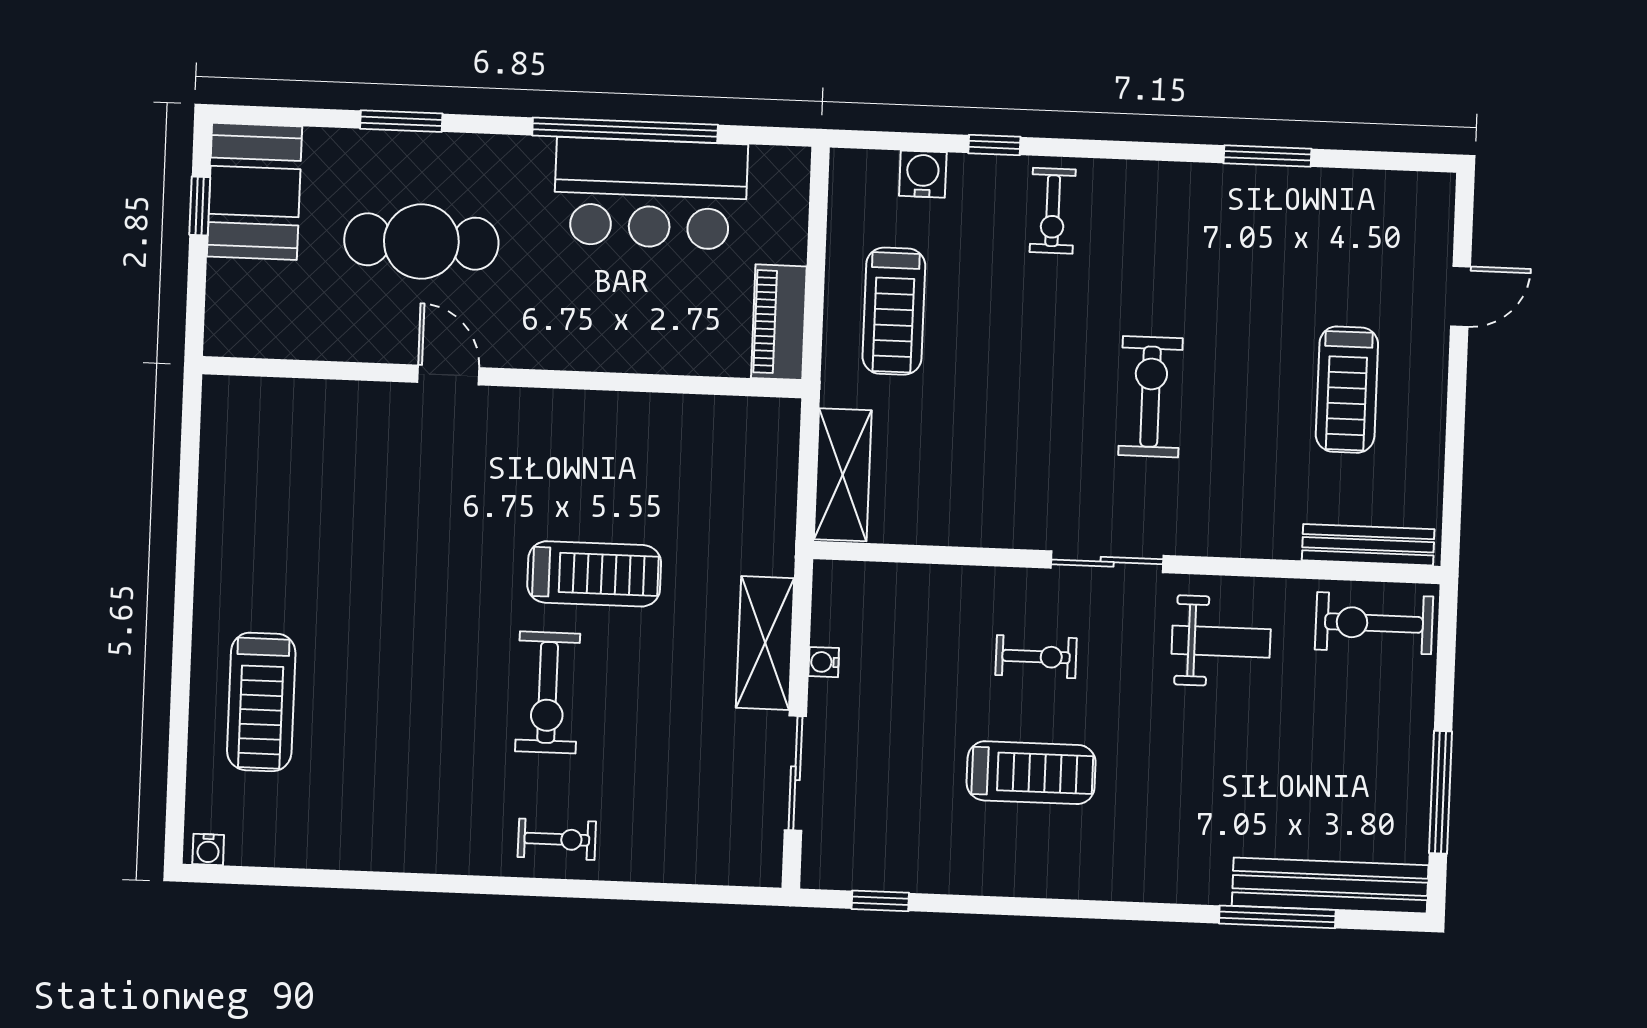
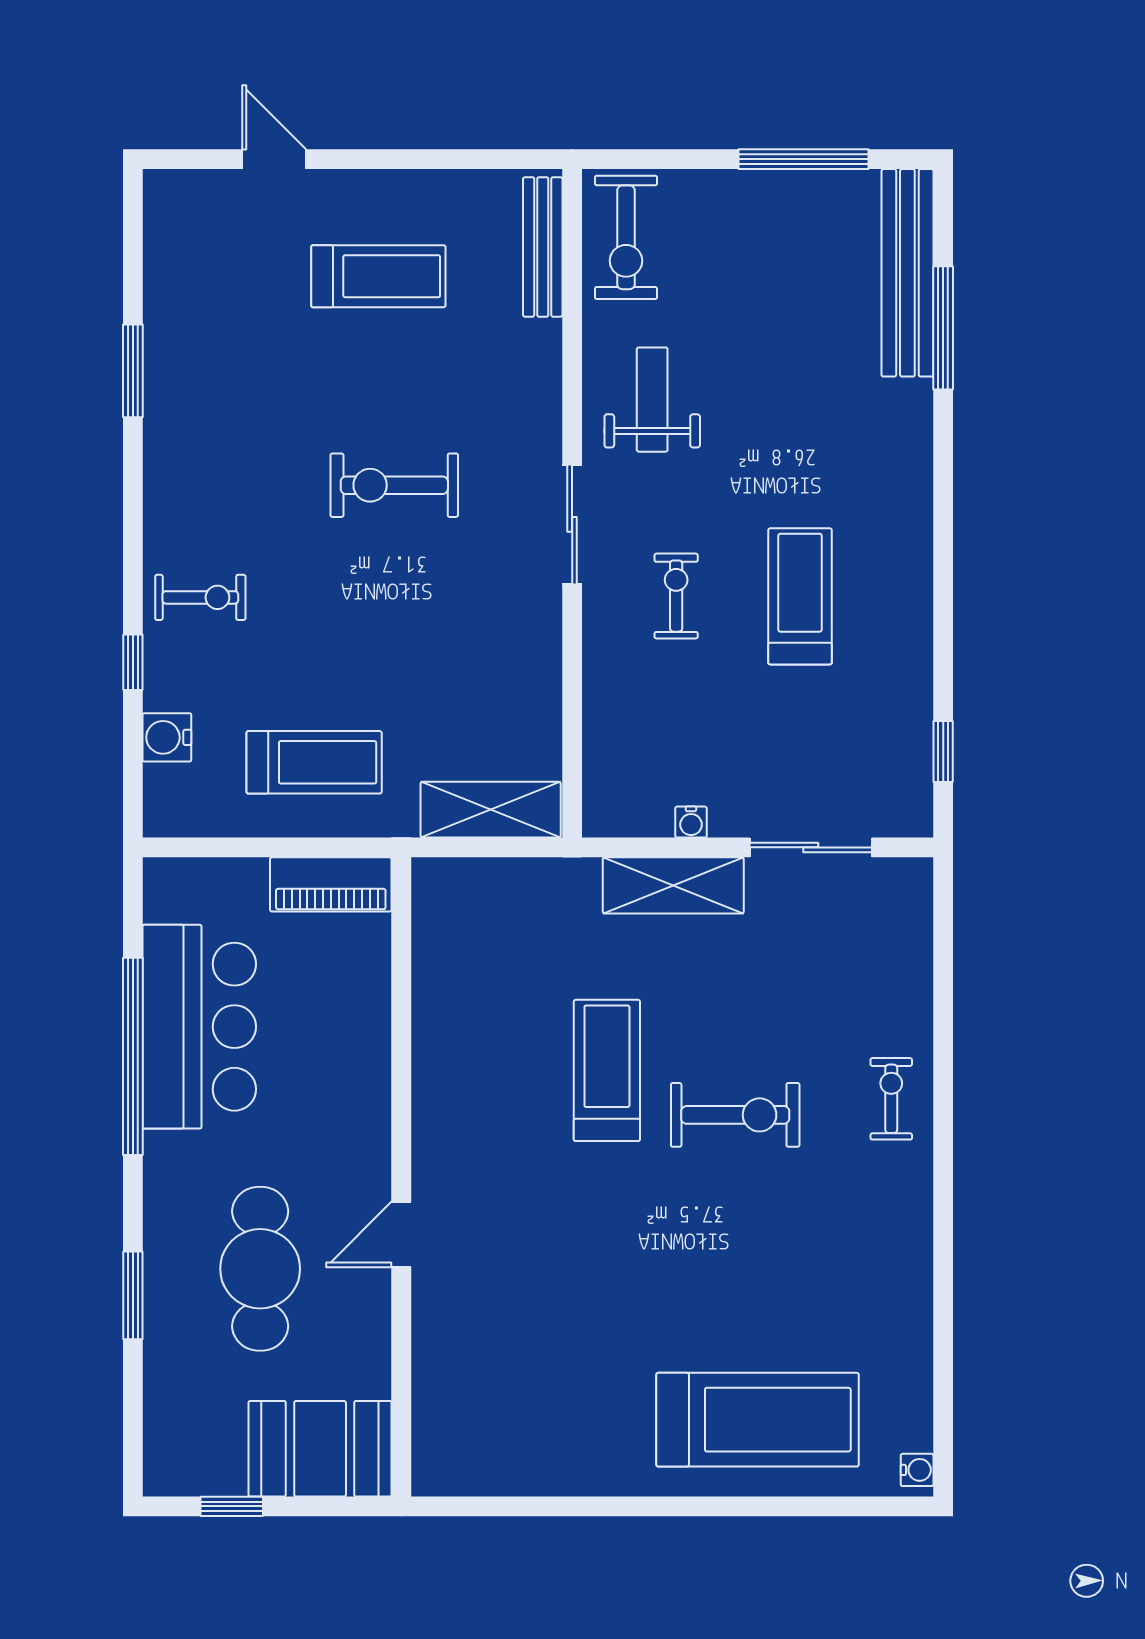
booth: (254, 191) -> (320, 1449), moved
treadmill: (261, 702) -> (758, 1420), width x1.37, depth x1.38

